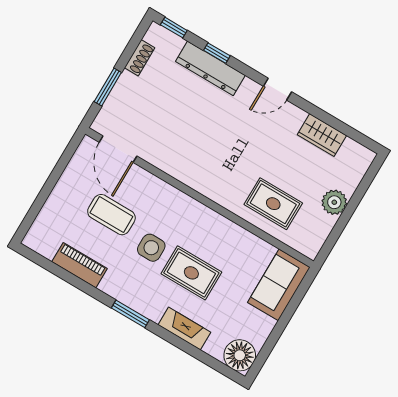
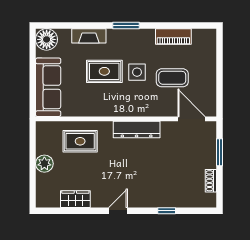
window: (174, 28) -> (201, 211), removed
dresser: (210, 68) -> (137, 129), moved, turned 180
sofa: (279, 285) -> (48, 87), width x1.36

